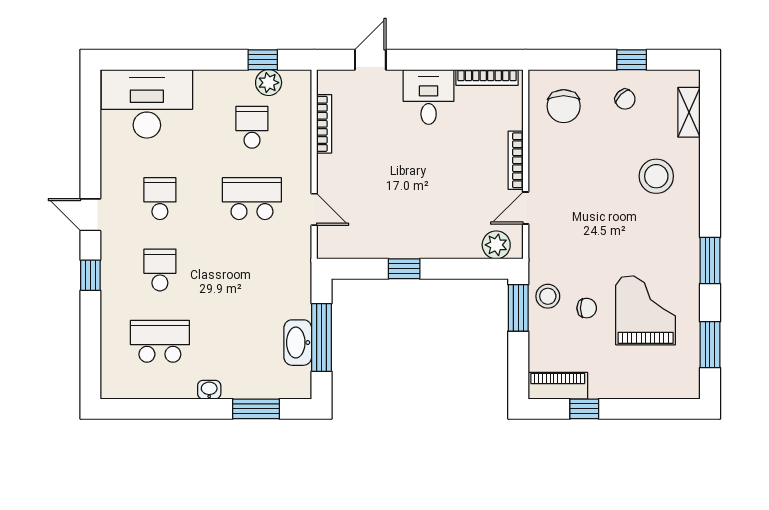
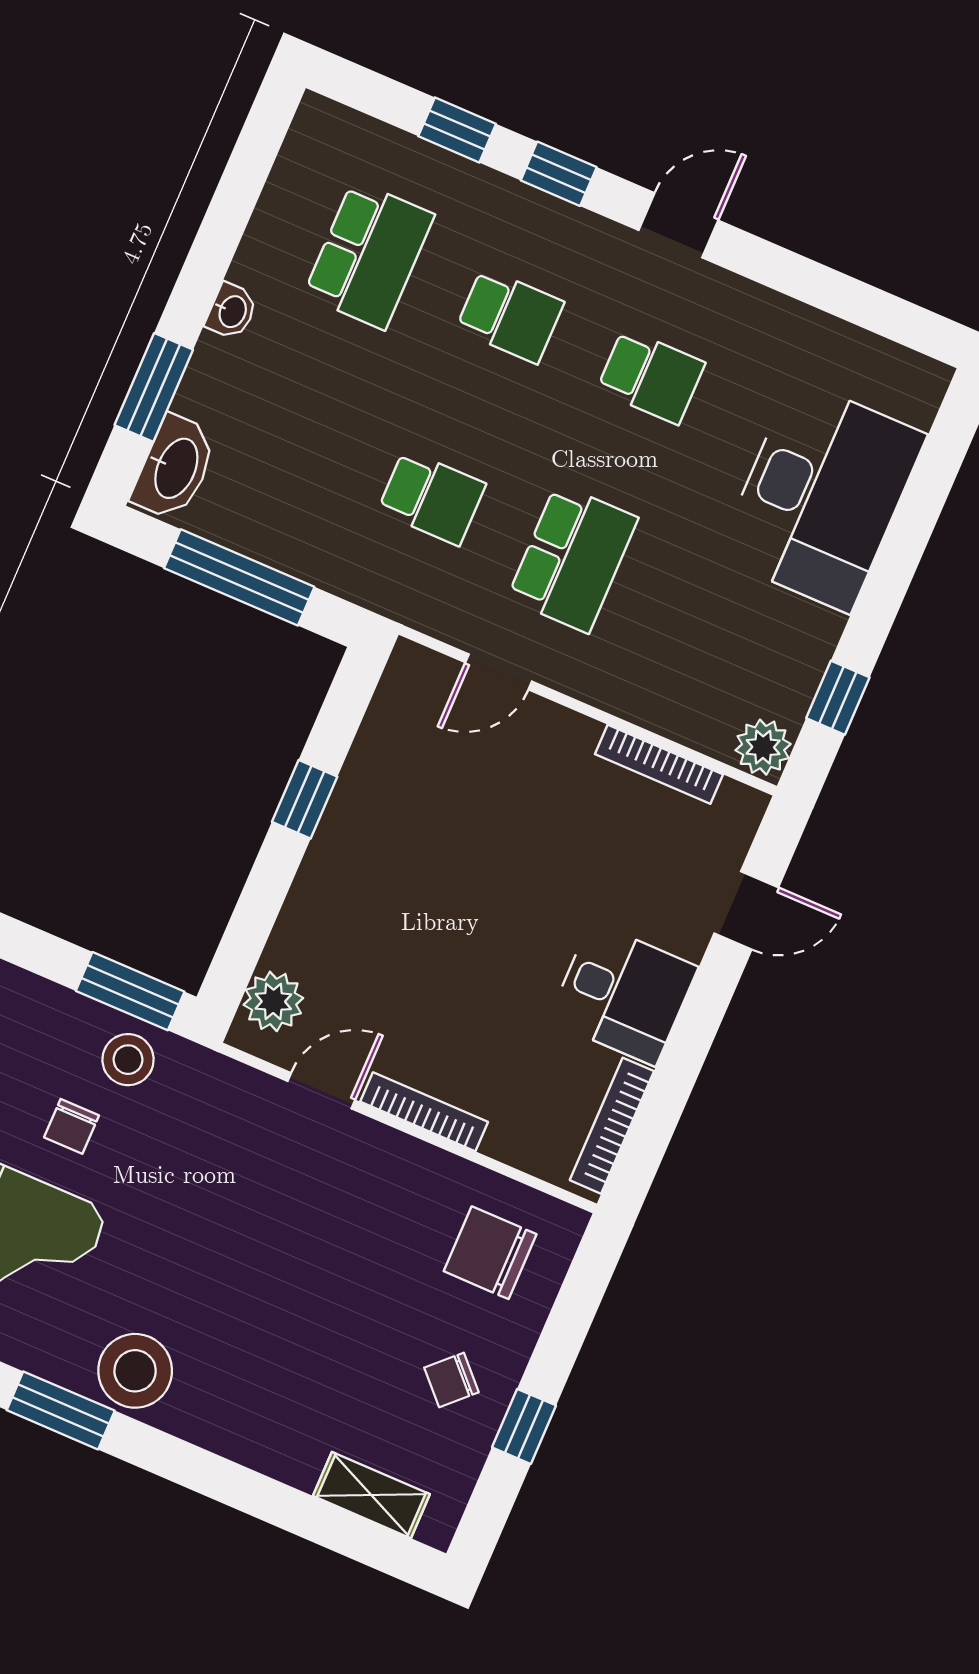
door: (370, 60) -> (746, 910), hinge flipped
plant: (269, 83) -> (763, 747), moved
desk: (147, 104) -> (822, 496), moved
school desk: (252, 127) -> (432, 497), moved
stool: (656, 176) -> (135, 1371), moved
door: (526, 208) -> (321, 1091), hinge flipped
window: (90, 327) -> (457, 130), added
washbasin: (298, 343) -> (175, 468), moved, turned 90

